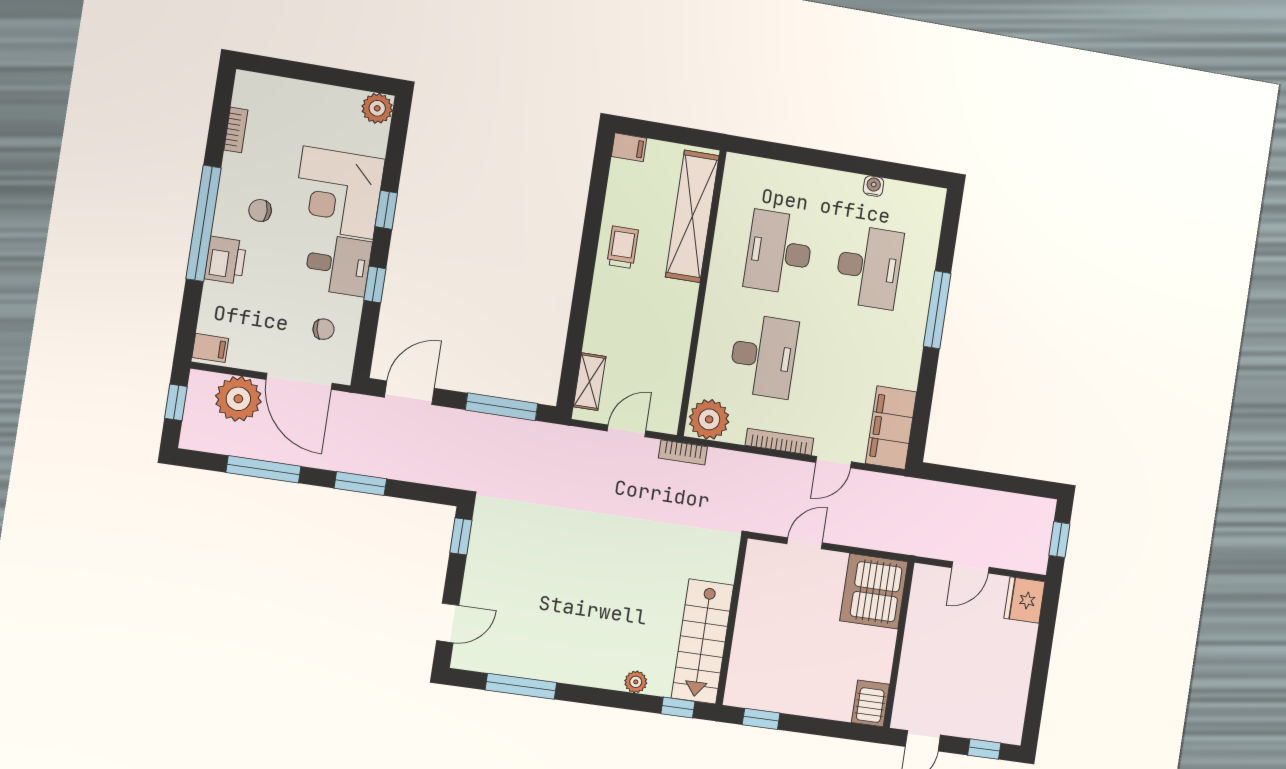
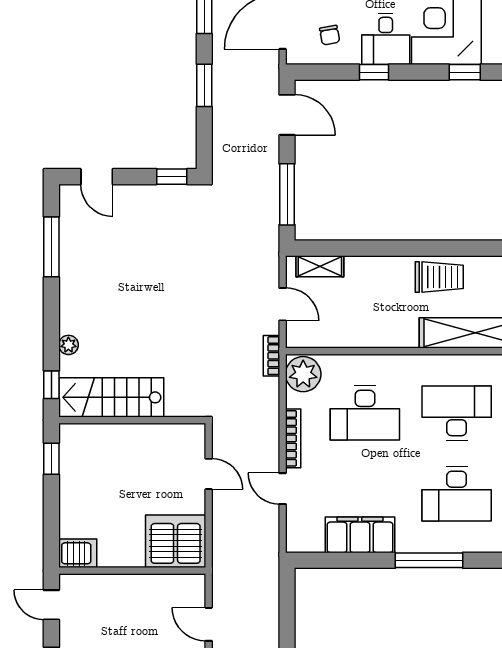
window: (386, 210) -> (465, 72), moved
trolley: (623, 247) -> (439, 277), width x1.36, depth x1.39
filing cabinet: (891, 428) -> (360, 535), moved

